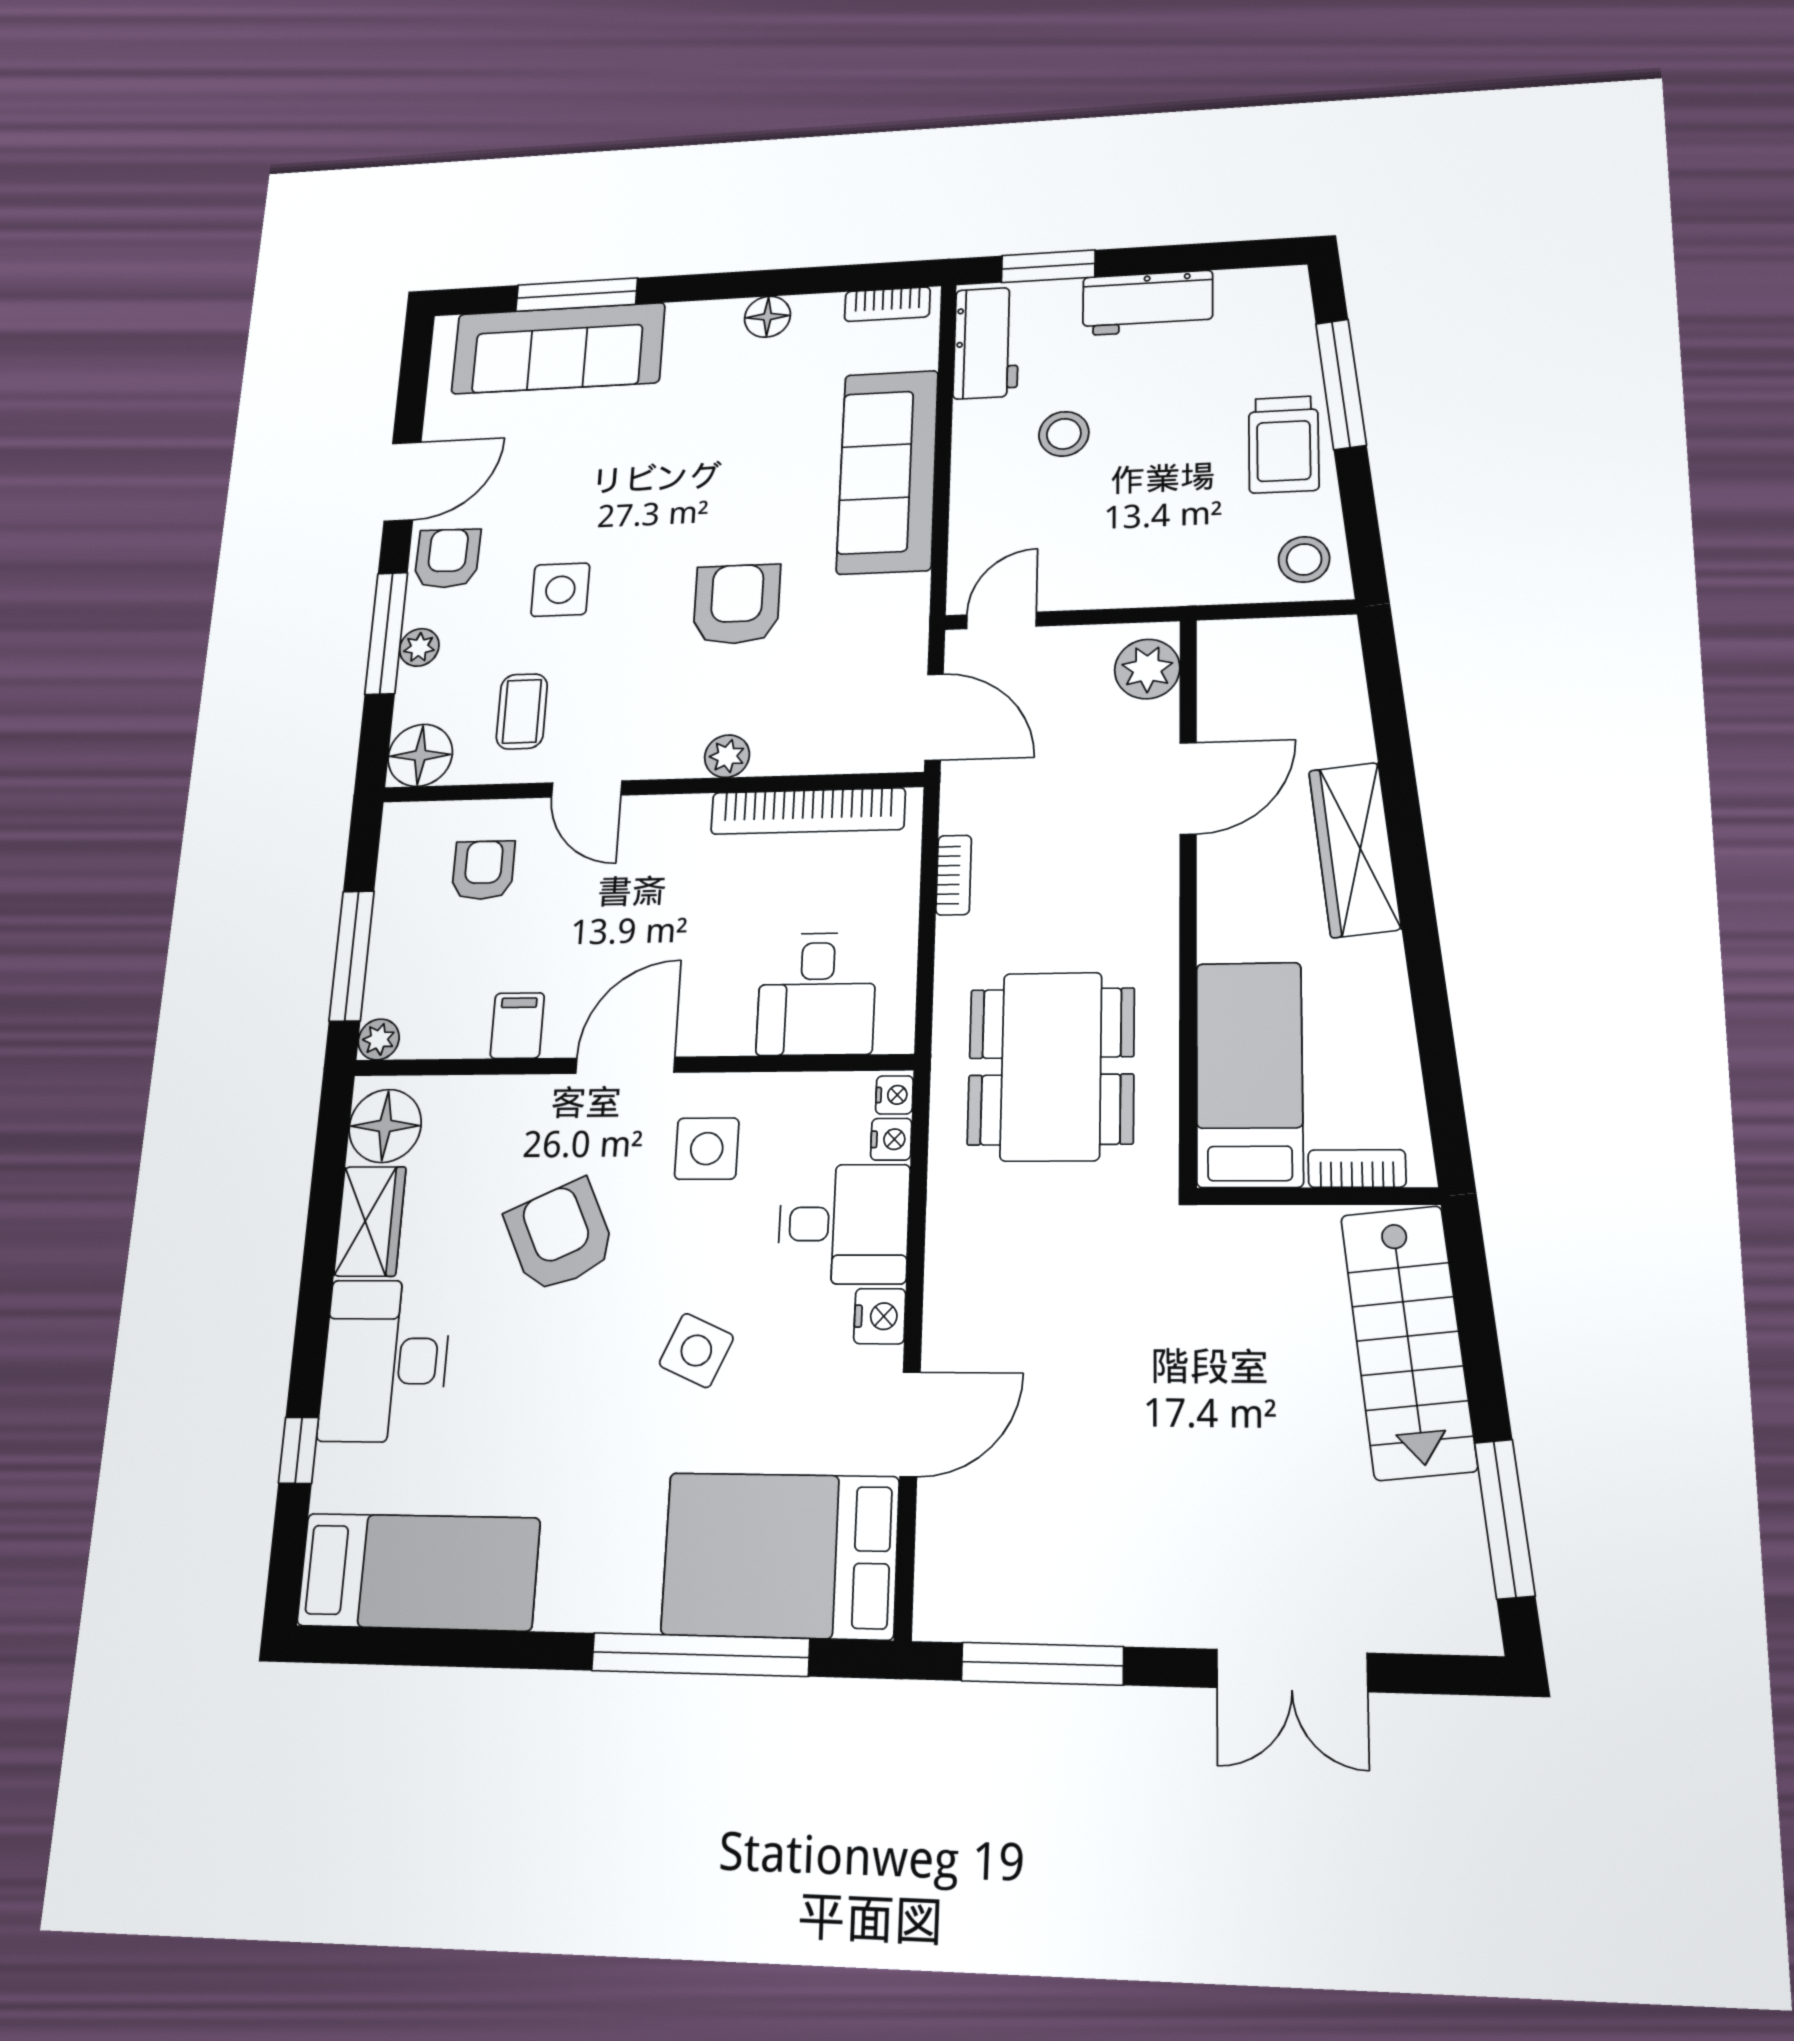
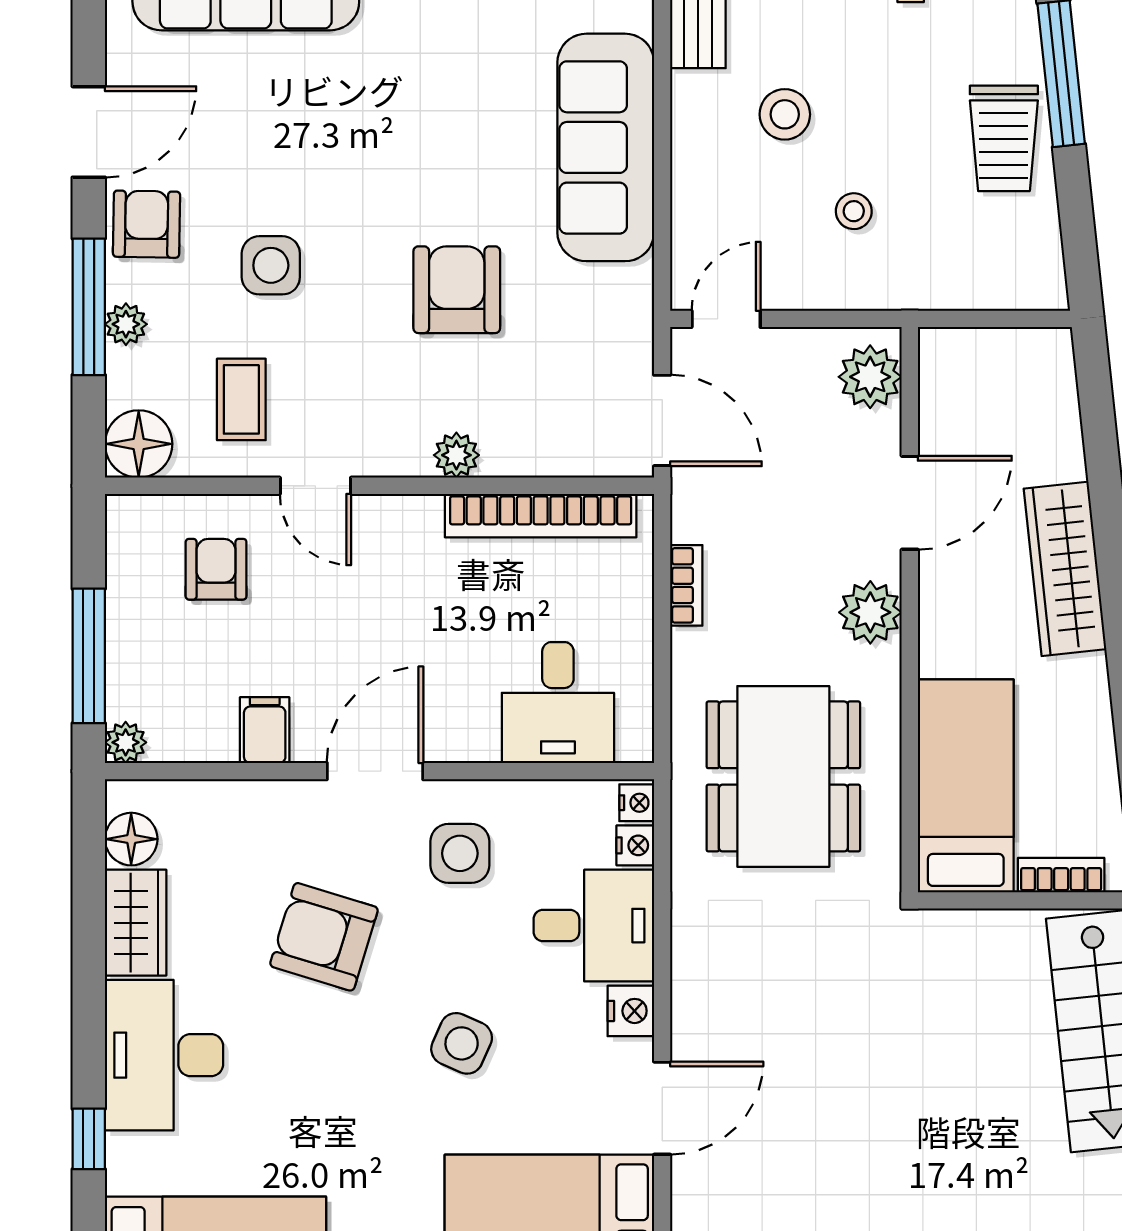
stool: (1304, 559) -> (854, 211), moved, width x0.73, depth x0.73
plant: (1146, 898) -> (870, 612), added
floor lamp: (385, 1126) -> (131, 839), width x0.73, depth x0.73
armchair: (560, 1236) -> (324, 937), turned -48

